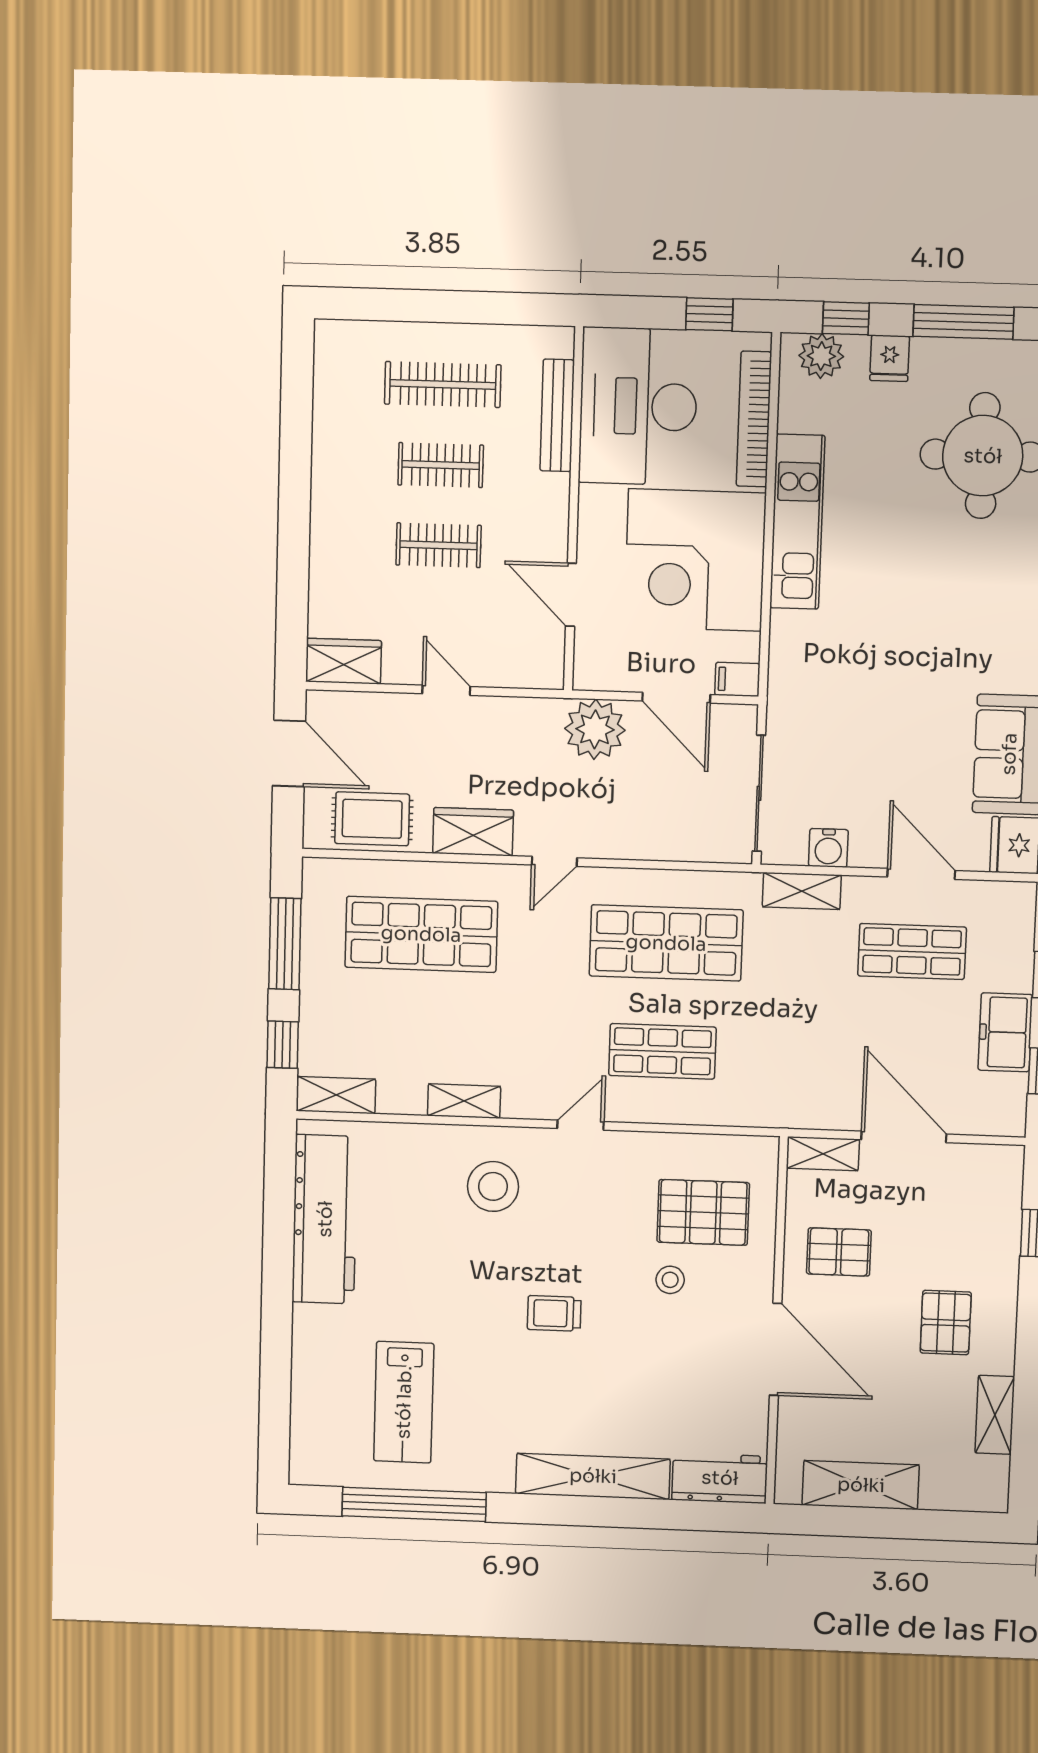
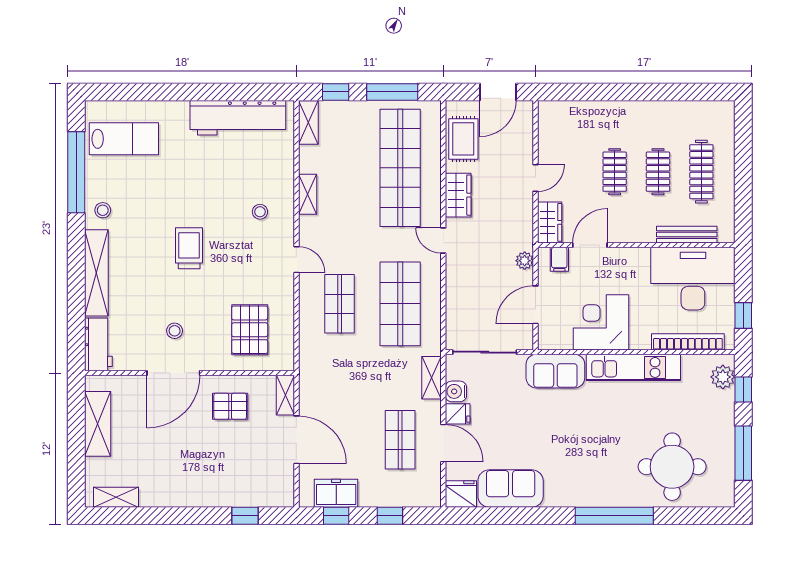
fridge: (890, 358) -> (458, 414), moved, turned 180
corner desk: (695, 560) -> (601, 322), width x0.74, depth x0.74
wardrobe: (343, 661) -> (550, 222), moved
sofa: (798, 665) -> (555, 371), added
filing cabinet: (737, 679) -> (559, 259), moved, turned 180
plant: (595, 729) -> (525, 261), width x0.53, depth x0.53
door: (921, 874) -> (443, 443), hinge flipped
shop shelf: (421, 934) -> (400, 168), width x1.40
freezer: (1005, 1032) -> (336, 493), moved
door: (904, 1137) -> (296, 440), hinge flipped
stool: (493, 1186) -> (260, 212), width x0.53, depth x0.53
pallet: (839, 1252) -> (230, 406), turned 90
stool: (670, 1280) -> (175, 331), moved
trolley: (554, 1313) -> (189, 248), width x1.36, depth x1.39
pallet: (946, 1323) -> (192, 468), removed
lab bench: (404, 1402) -> (124, 139), moved, turned 180
shelving: (995, 1415) -> (116, 497), moved
stool: (482, 1461) -> (103, 210), added

